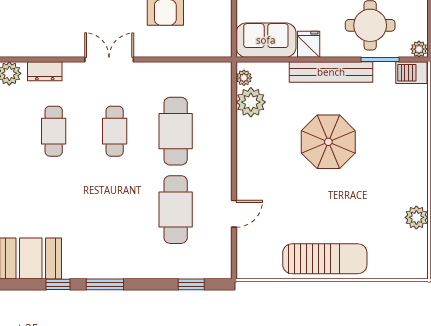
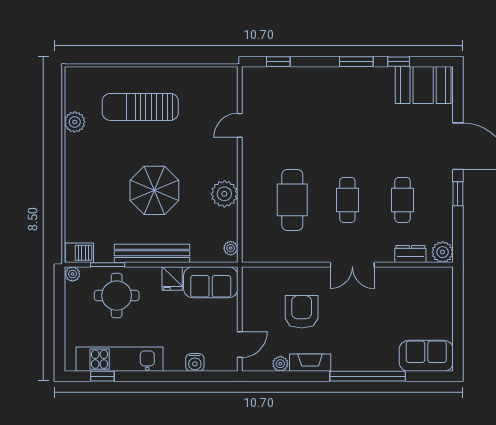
plant: (251, 102) -> (224, 194), moved
cafe table: (176, 210) -> (292, 129), removed
sun lounger: (325, 259) -> (140, 107), moved

